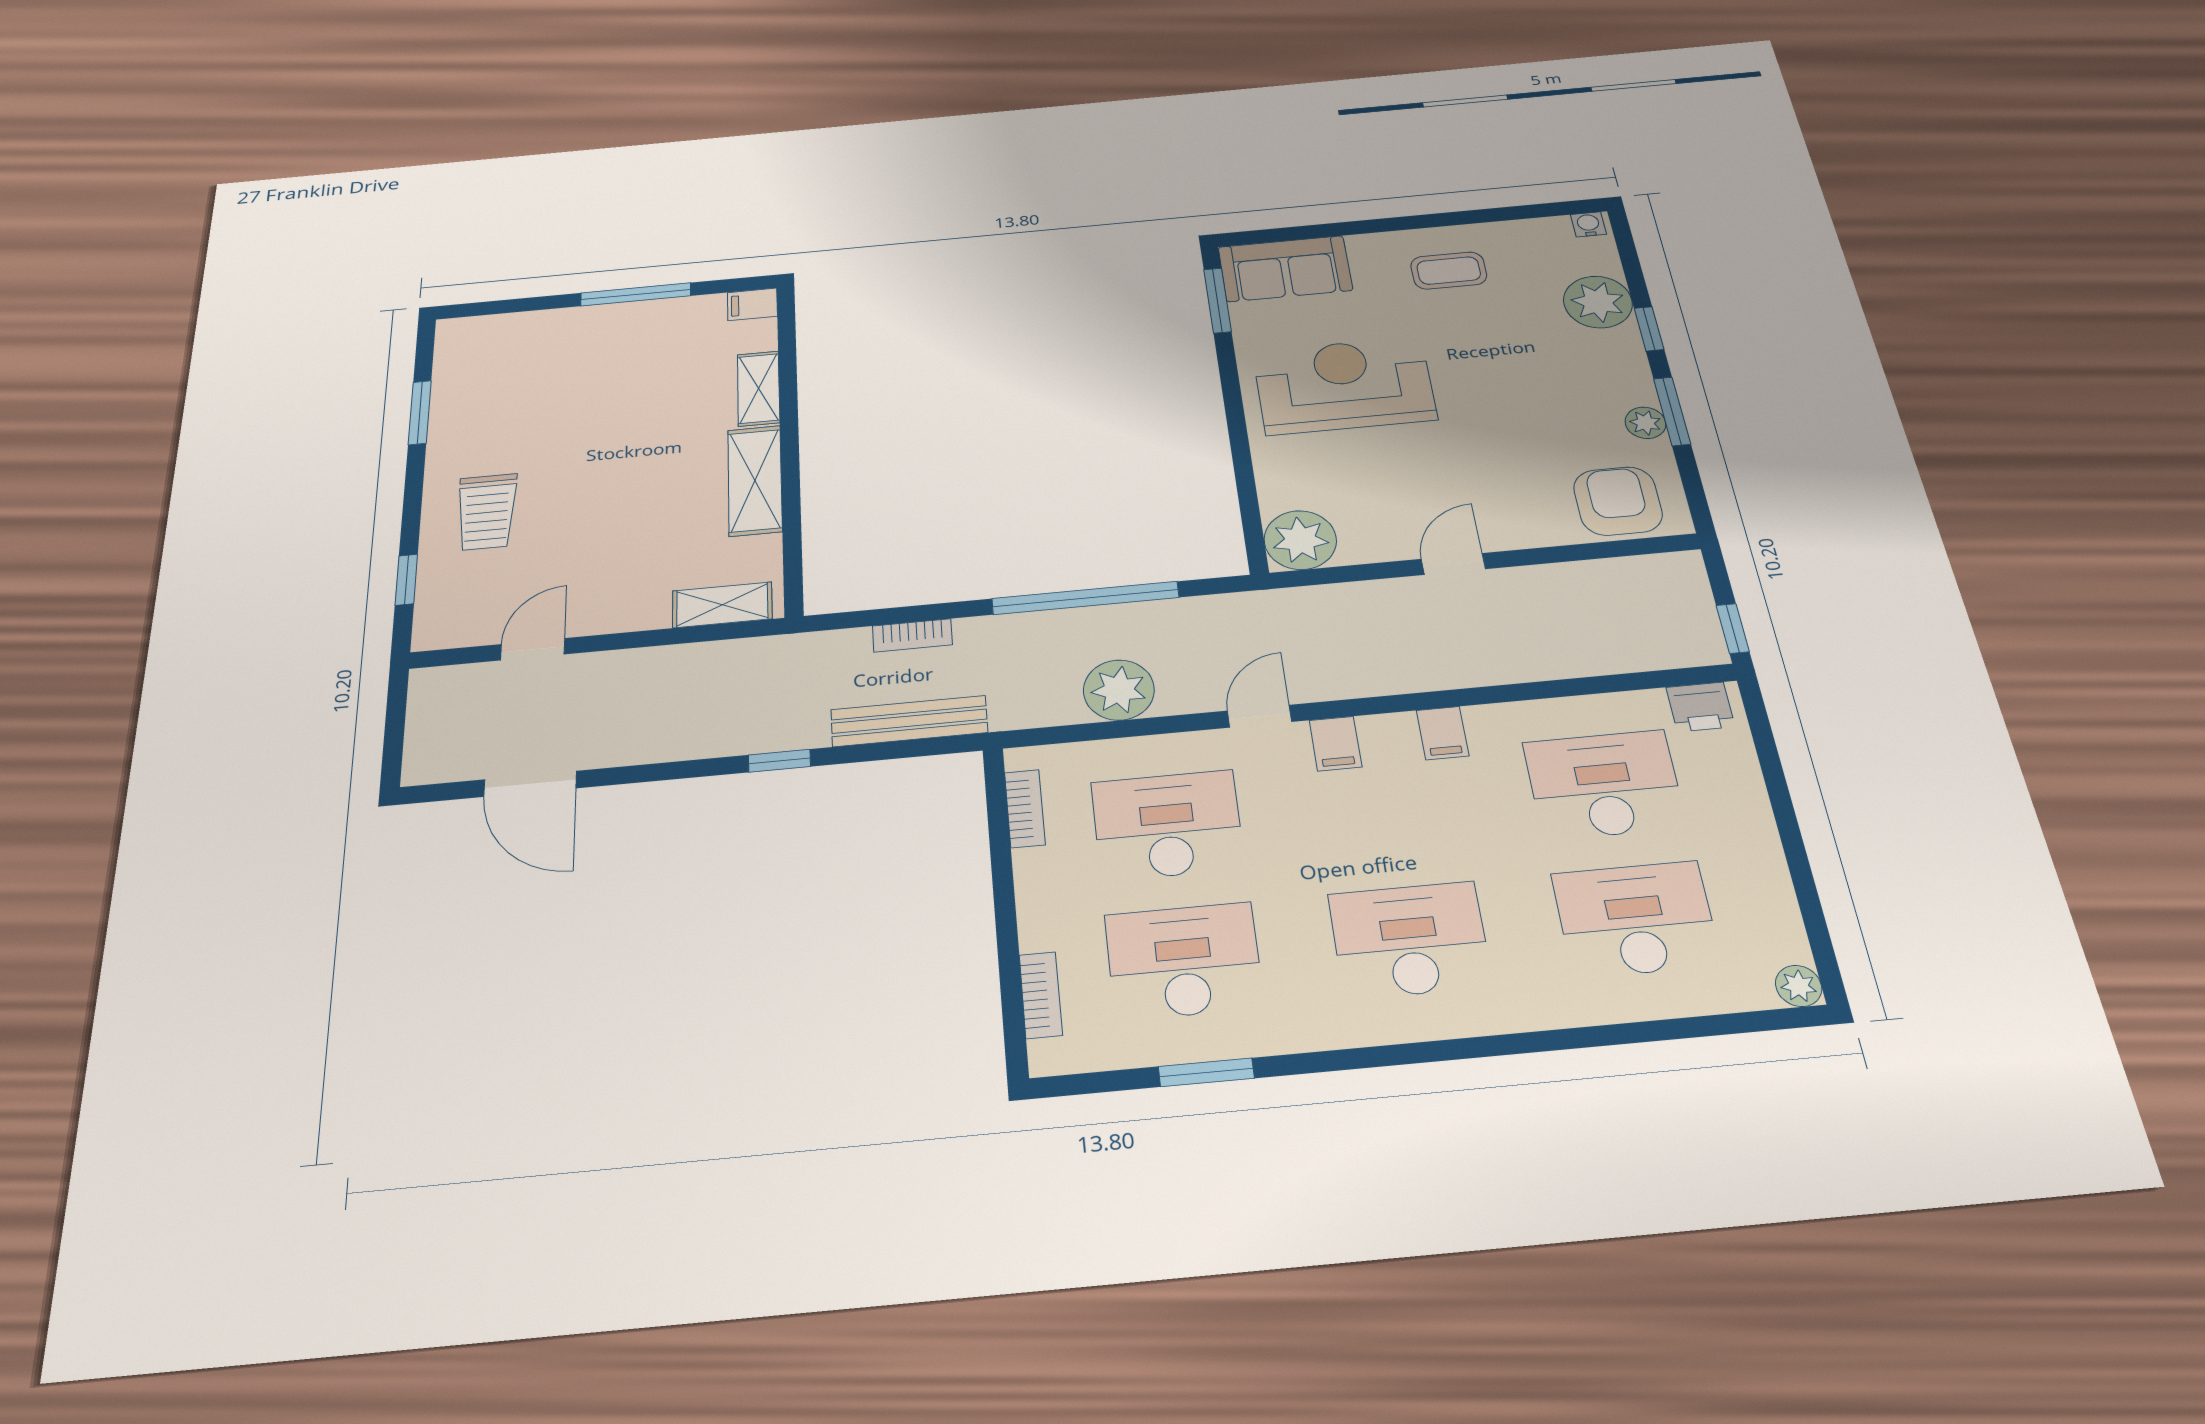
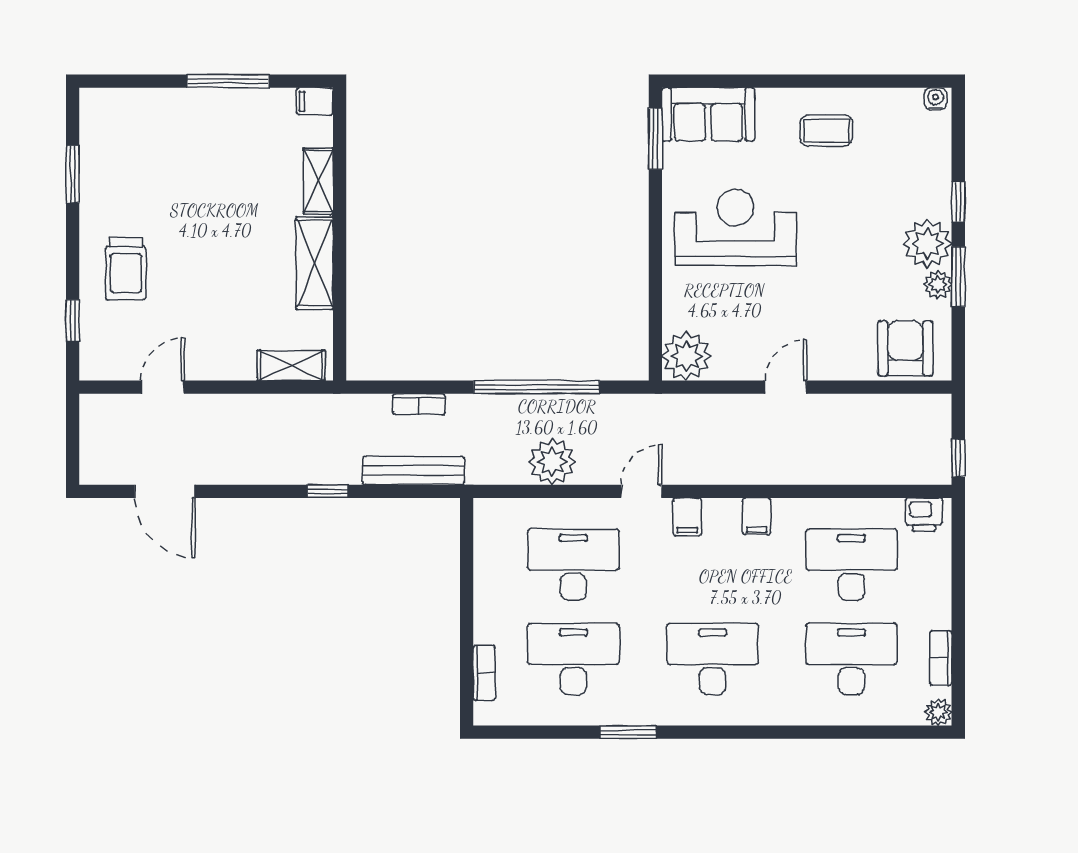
plant: (1598, 302) -> (927, 244), moved
bookcase: (1025, 809) -> (941, 658), moved, turned 180
window: (1206, 1072) -> (628, 732), moved

